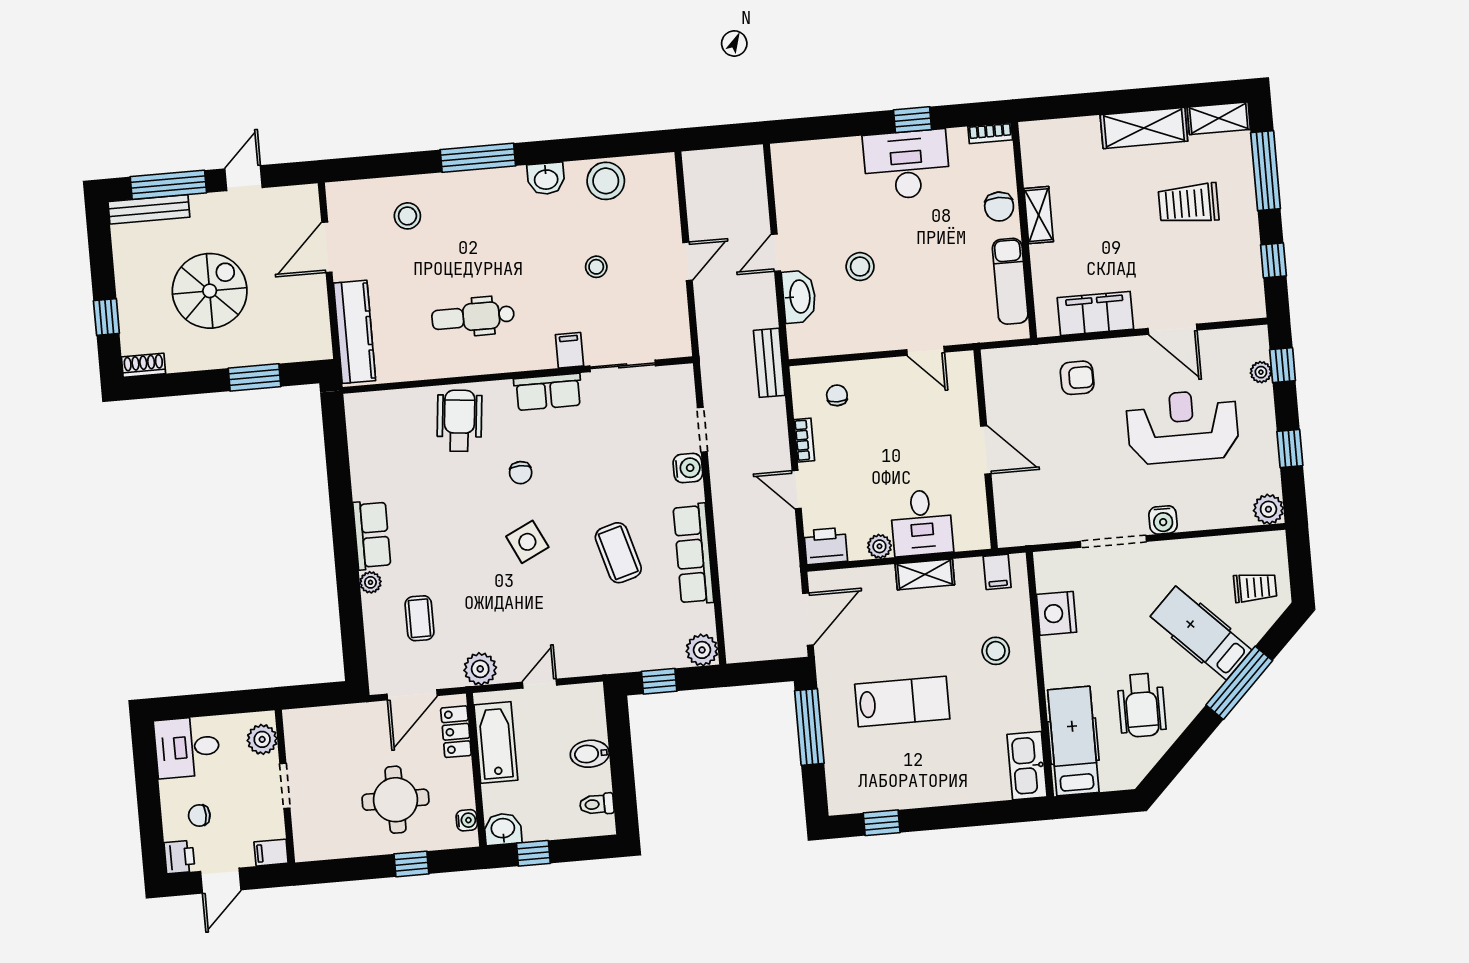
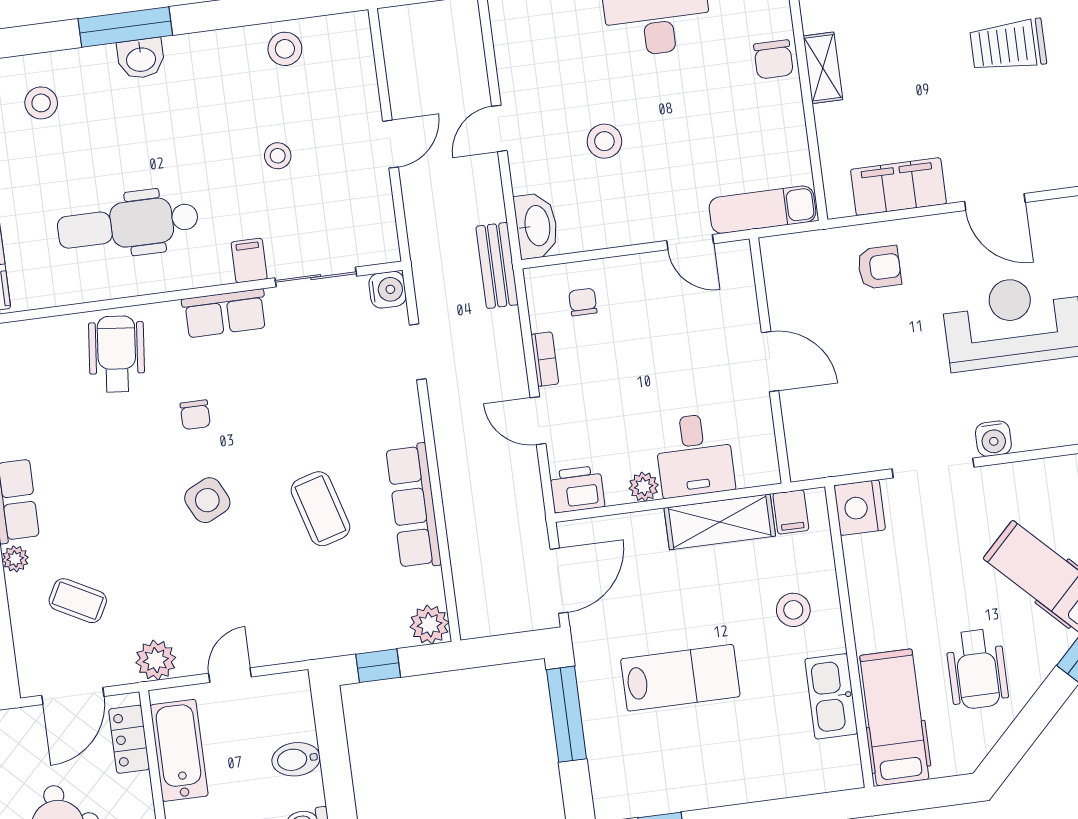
washbasin: (546, 179) -> (141, 58), moved
stool: (606, 181) -> (285, 49), width x0.73, depth x0.73
exam couch: (1010, 281) -> (763, 210), moved, turned 90
washbasin: (799, 297) -> (536, 226), moved
dental chair: (473, 317) -> (128, 224), width x1.36, depth x1.38
water cooler: (688, 468) -> (388, 290), moved
shelving: (925, 574) -> (720, 522), width x1.50, depth x1.33
nightstand: (1057, 613) -> (860, 508), moved
coffee table: (419, 618) -> (78, 601), turned -62
kitchen sink: (1027, 766) -> (831, 696), moved

